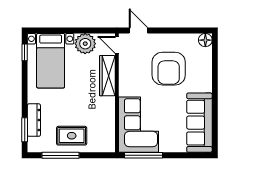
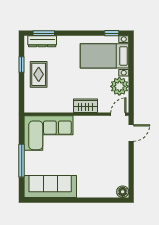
armchair: (169, 69) -> (98, 160), removed
wardrobe: (107, 76) -> (85, 106), width x0.67
dresser: (34, 120) -> (42, 41), moved
window: (60, 155) -> (22, 65), width x0.46
window: (144, 155) -> (22, 161), moved

